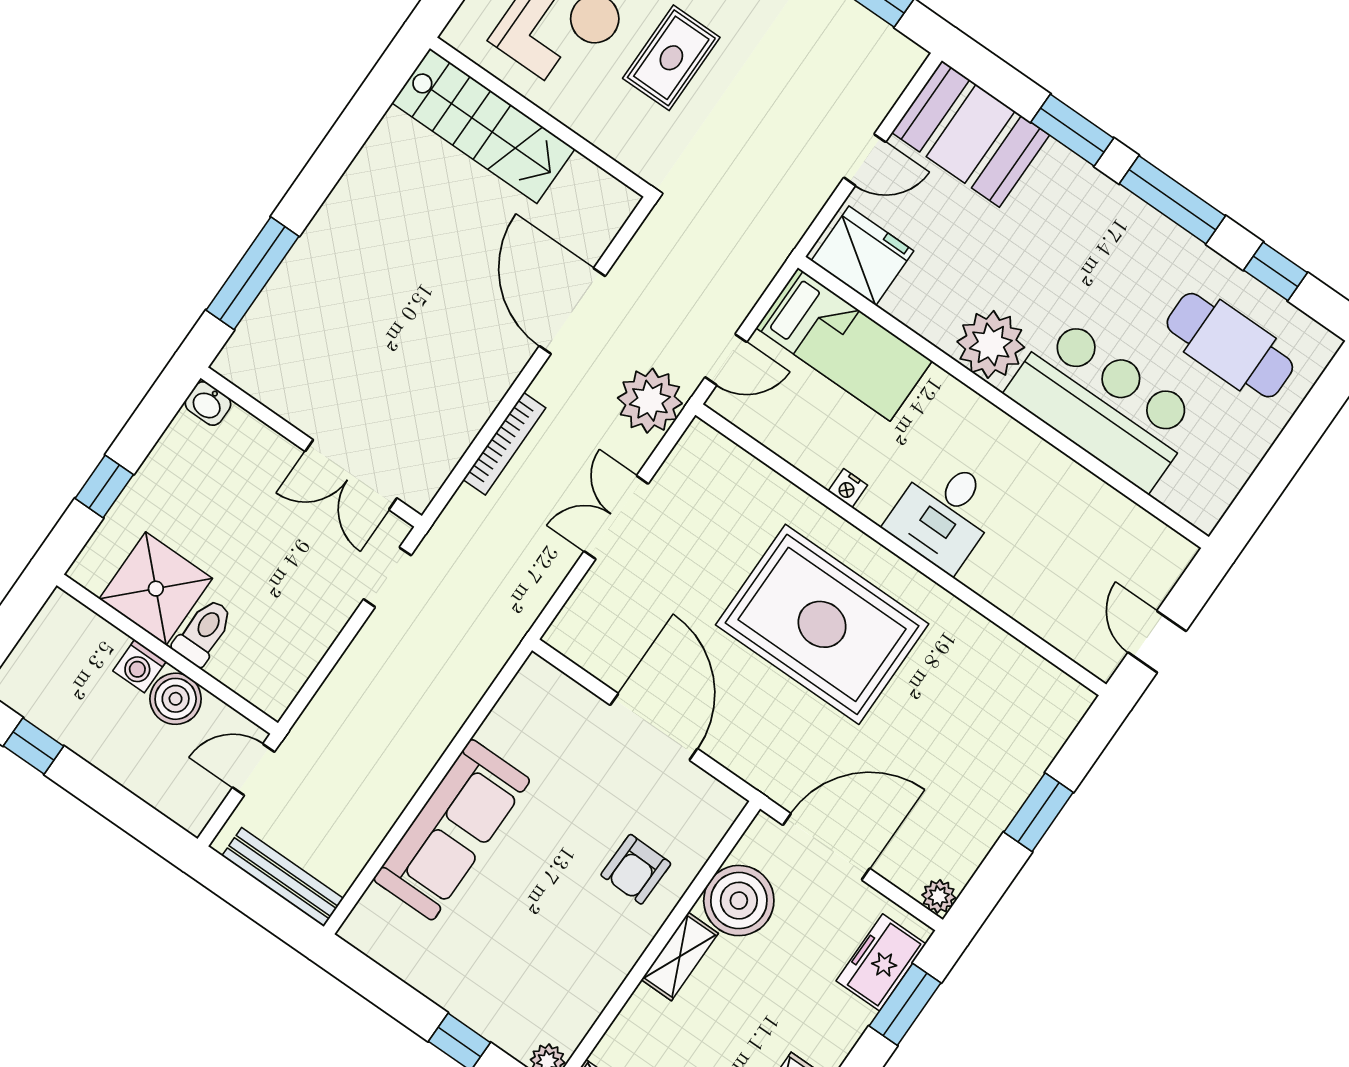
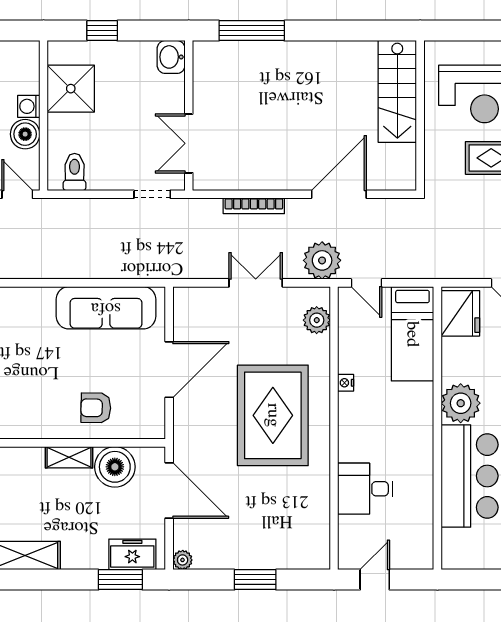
washbasin: (208, 404) -> (171, 57), width x1.38, depth x1.45
plant: (730, 467) -> (317, 320), added
desk: (944, 514) -> (365, 489), moved
toilet: (203, 632) -> (75, 172), moved, turned -90
sofa: (452, 830) -> (106, 308), moved

